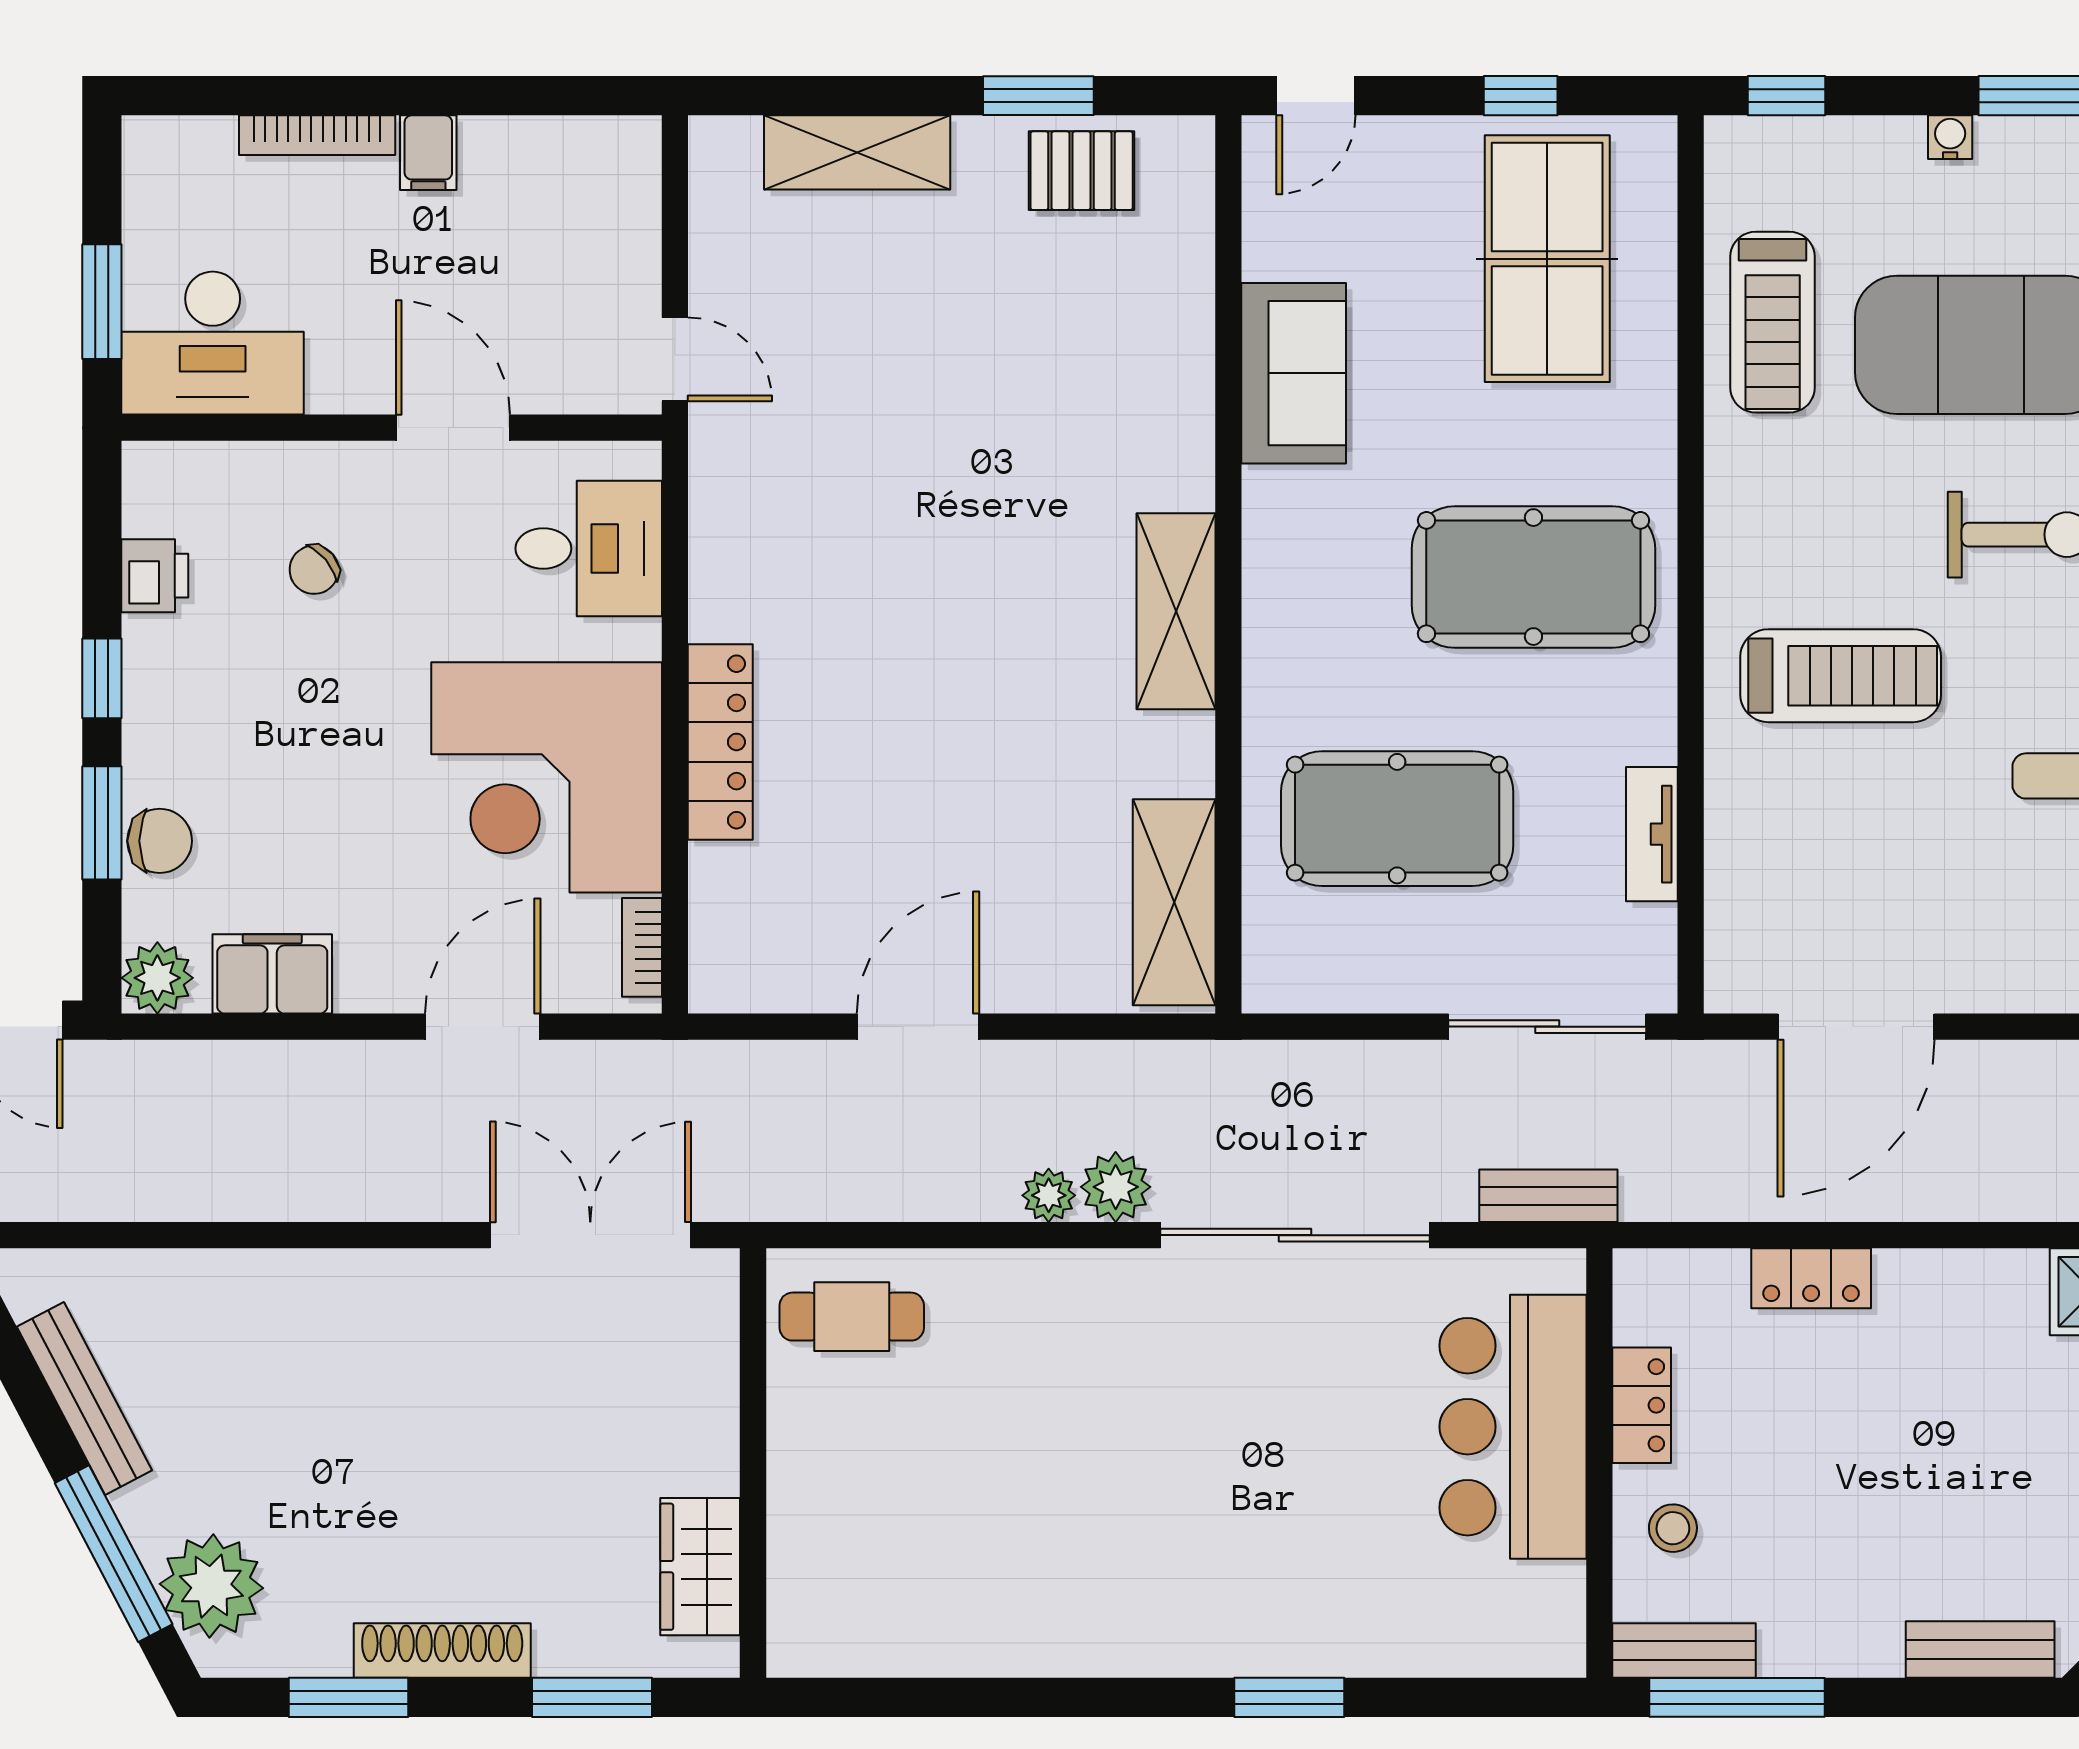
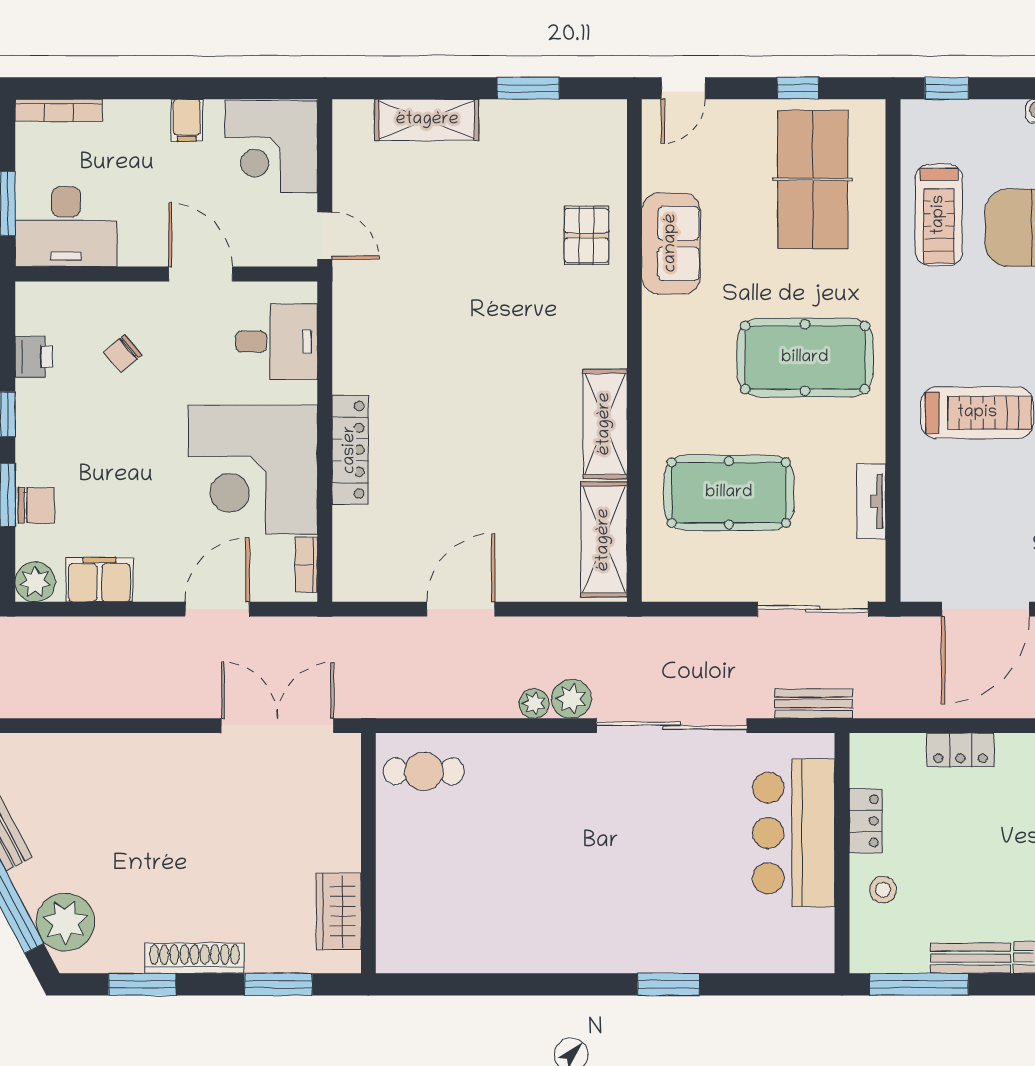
bookcase: (317, 135) -> (59, 110), moved
pallet: (1082, 171) -> (586, 235), moved, turned 90
corner desk: (579, 200) -> (271, 146), added
shelving: (1176, 611) -> (605, 424), moved
bench: (1684, 1650) -> (971, 958), moved

